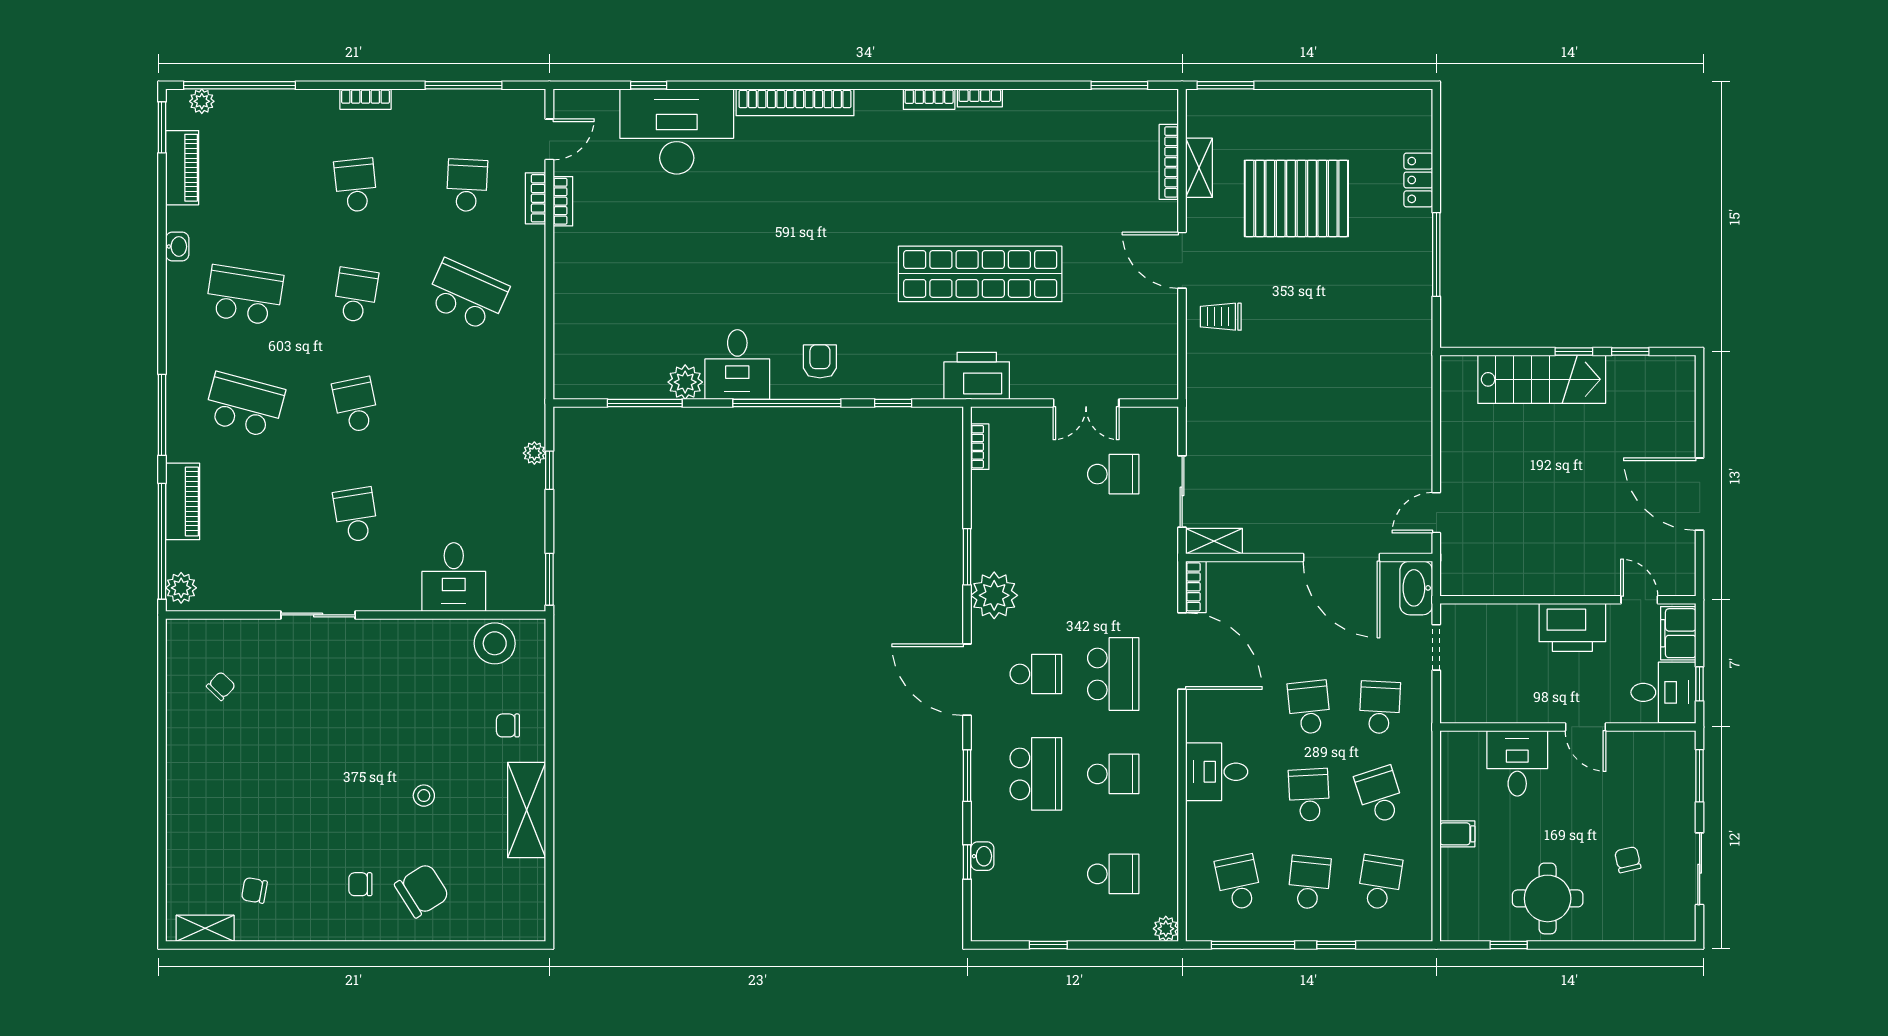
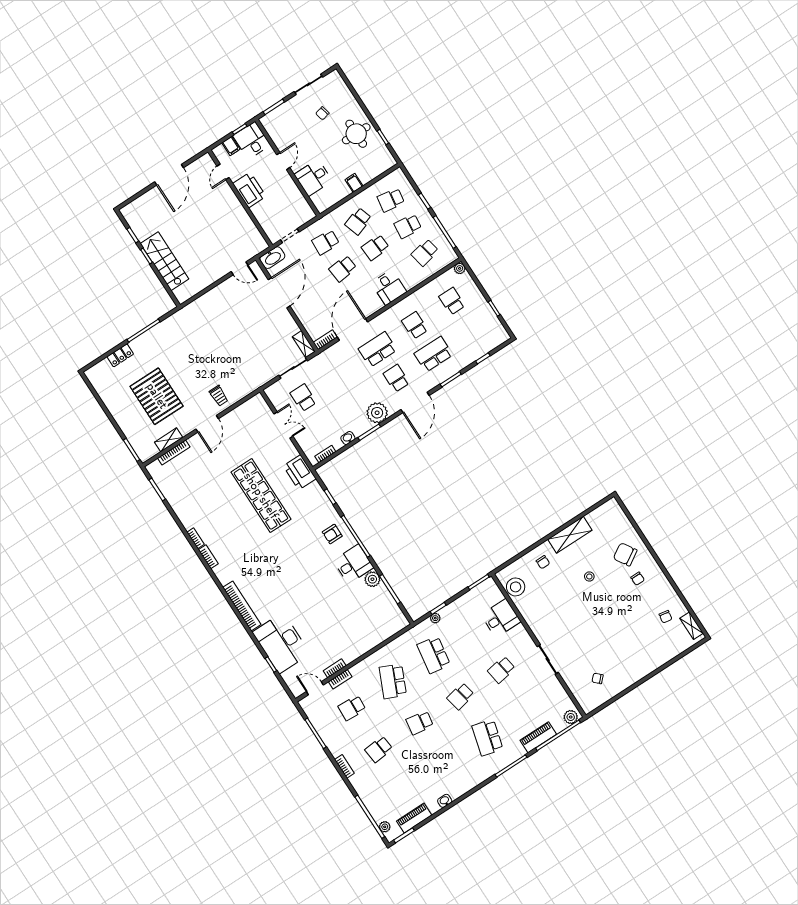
school desk: (244, 295) -> (434, 655), moved
filing cabinet: (1678, 633) -> (231, 146), width x0.50
washbasin: (982, 856) -> (348, 438), moved

